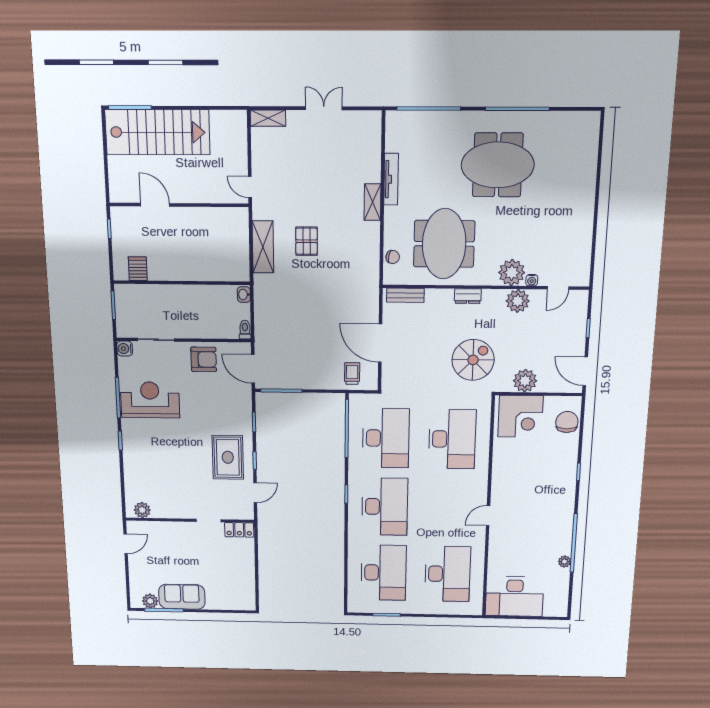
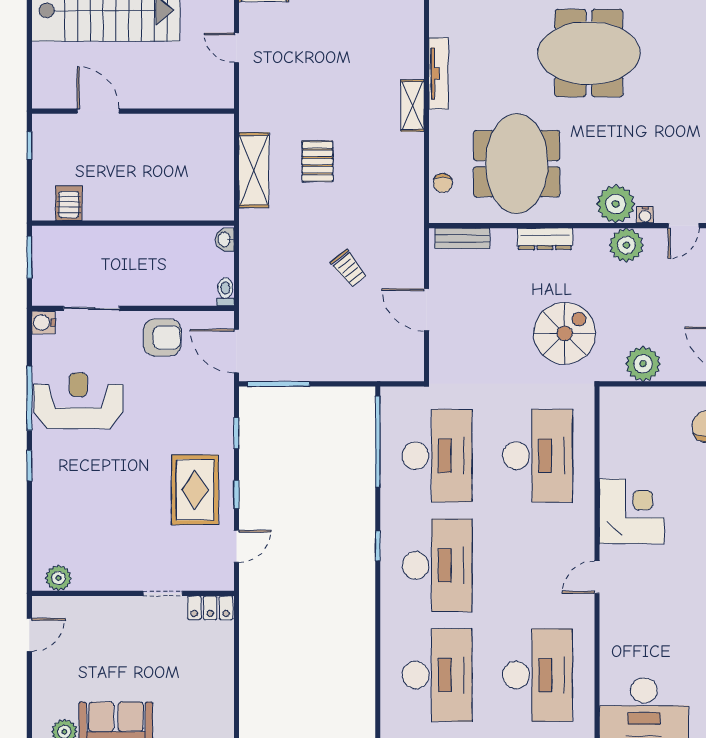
door: (250, 187) -> (236, 48), moved
chair: (393, 257) -> (443, 183), turned 80
dresser: (468, 296) -> (545, 239), width x1.44
door: (380, 343) -> (426, 310), width x0.73
trolley: (352, 374) -> (349, 268), moved, turned 141
corner desk: (520, 416) -> (632, 511), moved, turned -90

